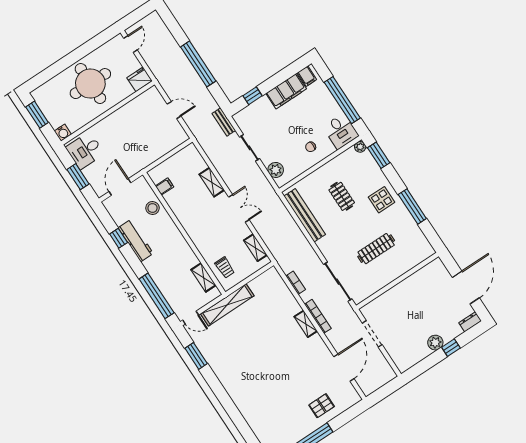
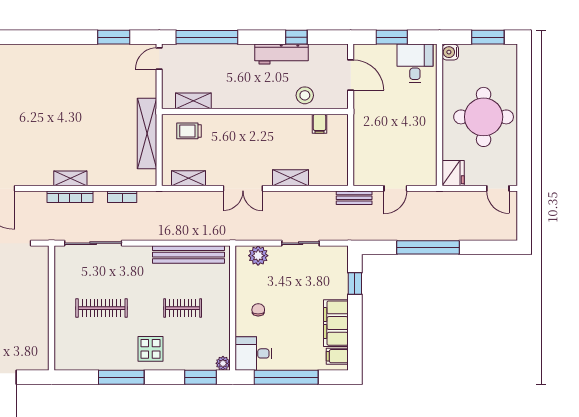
bench: (224, 122) -> (354, 198), moved
clothes rail: (376, 249) -> (102, 308), turned 90
shelving: (227, 305) -> (147, 133), moved

